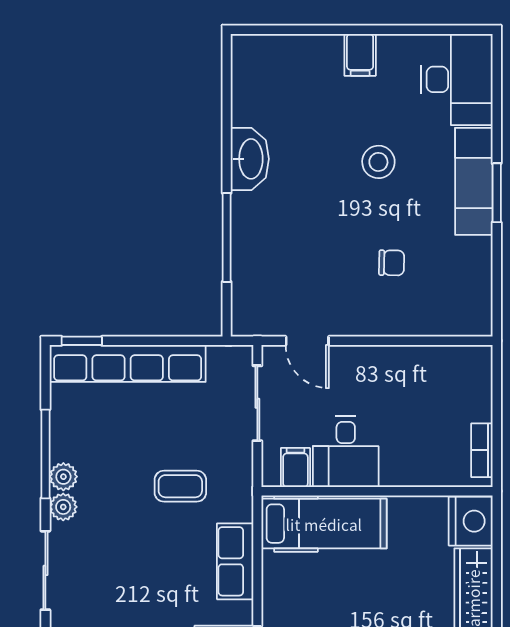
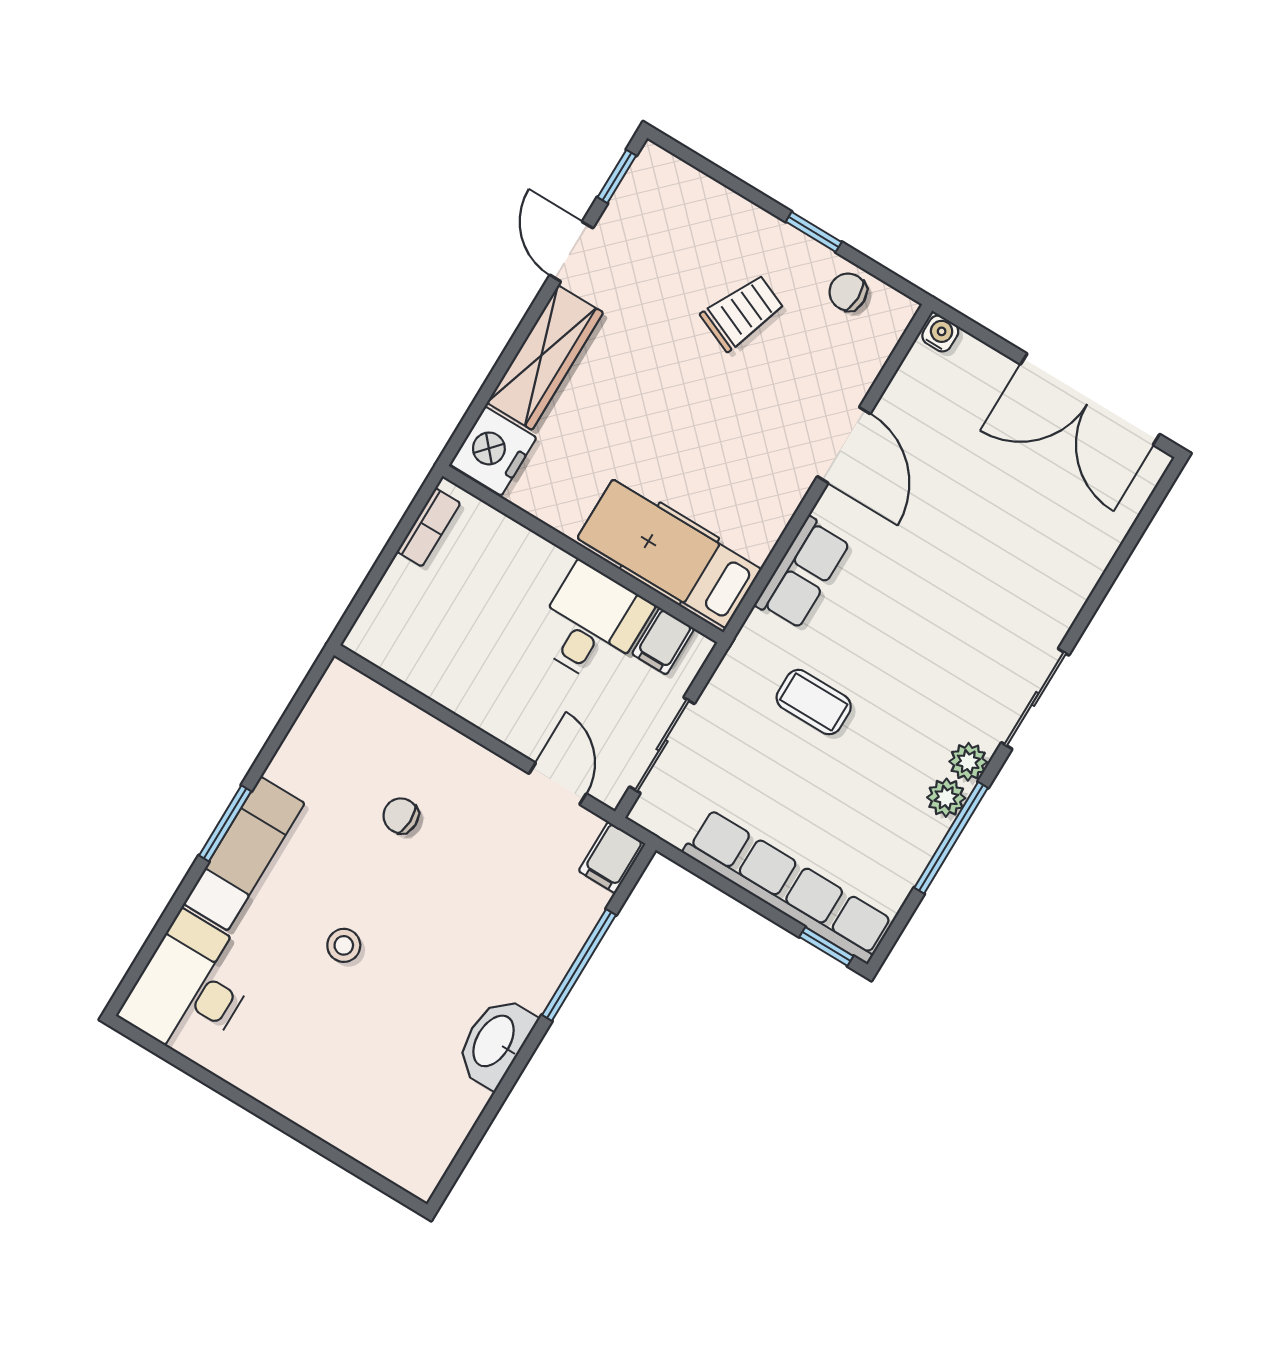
filing cabinet: (360, 55) -> (612, 857), moved, turned 180
stool: (378, 162) -> (344, 945), width x0.73, depth x0.73

